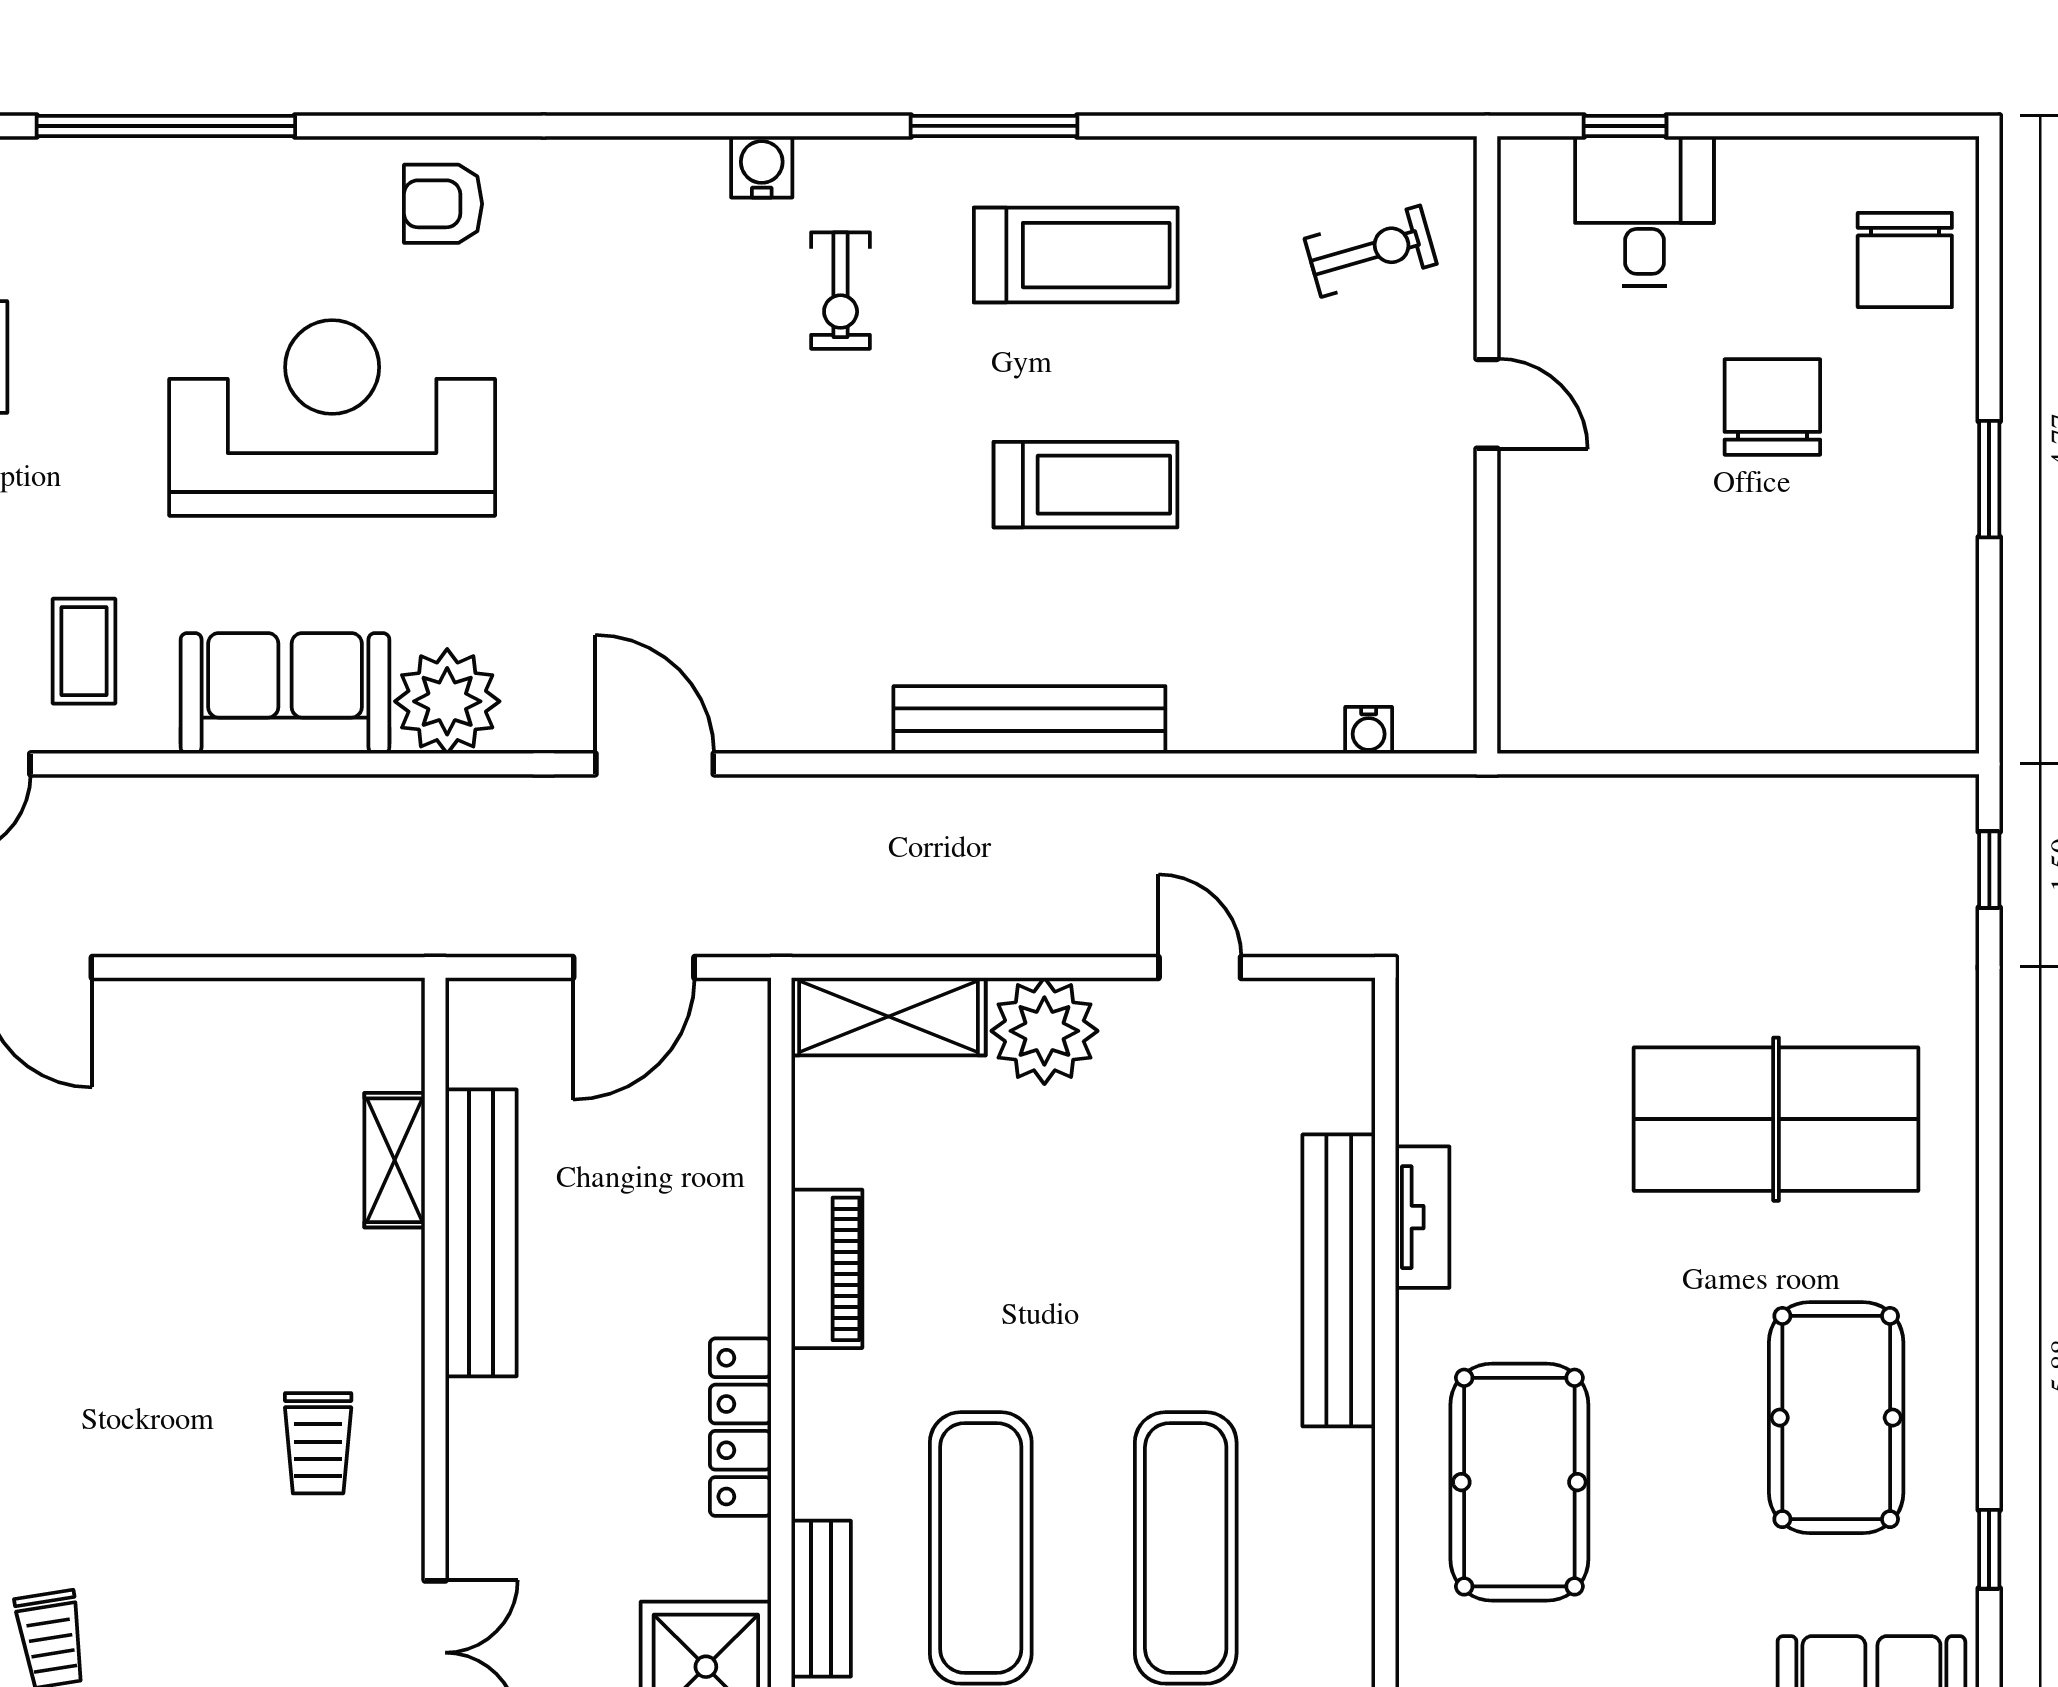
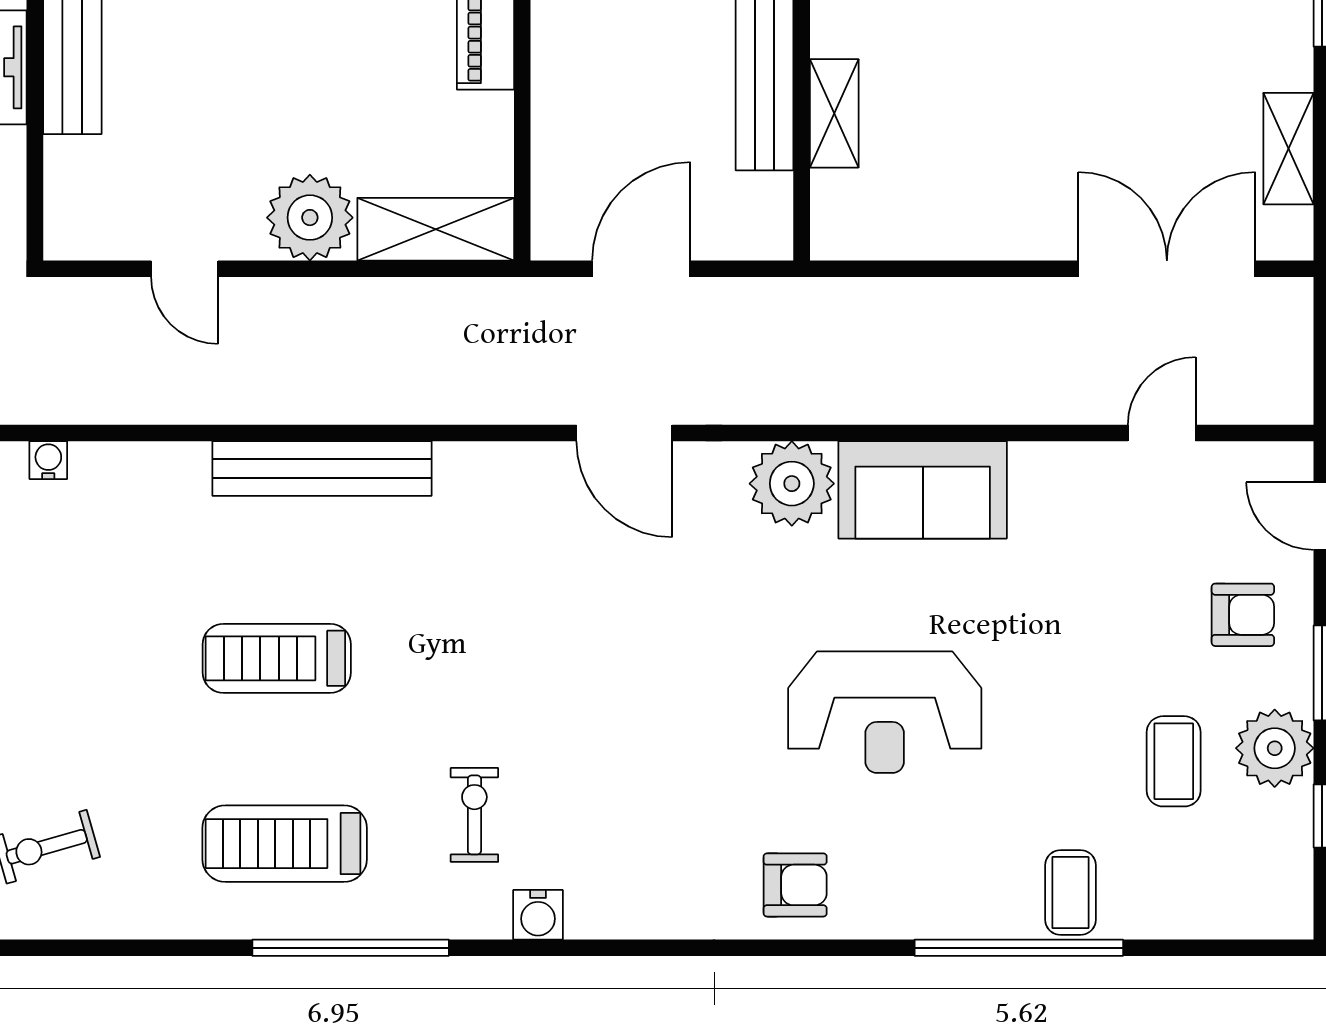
window: (994, 126) -> (351, 948), width x1.46
reception desk: (332, 418) -> (885, 712), width x0.74, depth x0.77
coffee table: (84, 651) -> (1070, 893), moved

